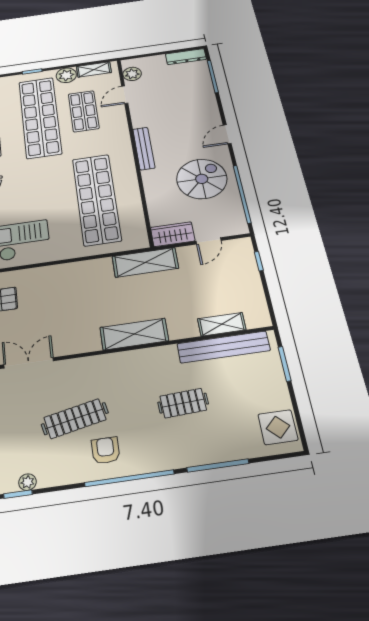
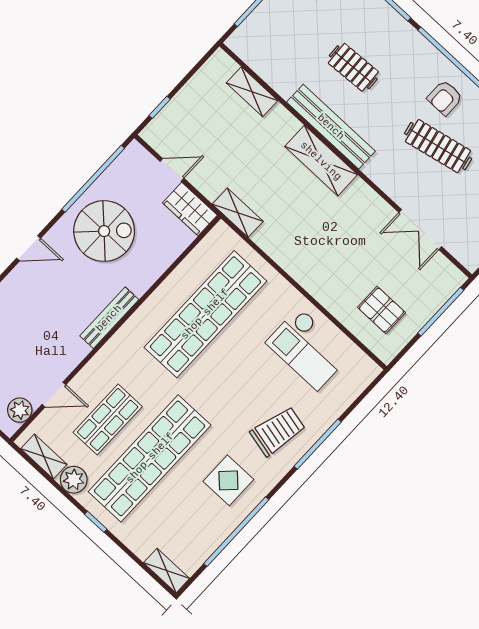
spiral stairs: (202, 179) -> (104, 231), turned 180
shelving: (145, 262) -> (238, 213), width x0.67, depth x0.75
bench: (224, 347) -> (331, 127), moved

